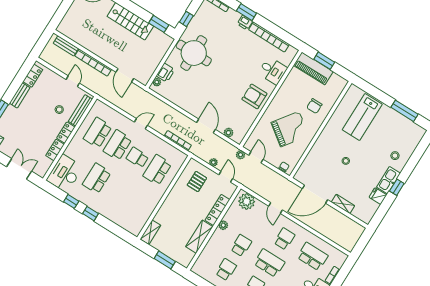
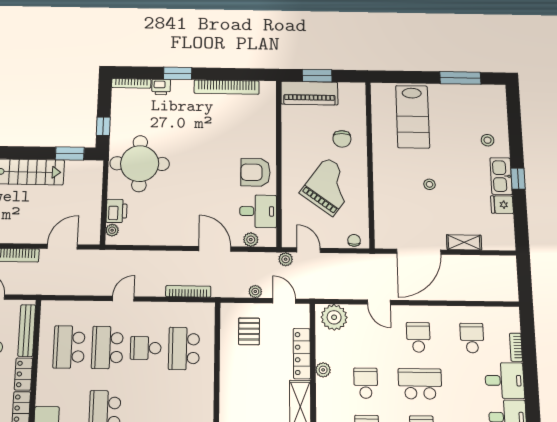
printer: (245, 23) -> (161, 87), moved
desk: (273, 71) -> (258, 211), moved
door: (125, 75) -> (62, 247), swing flipped
school desk: (313, 256) -> (472, 338), width x0.54

